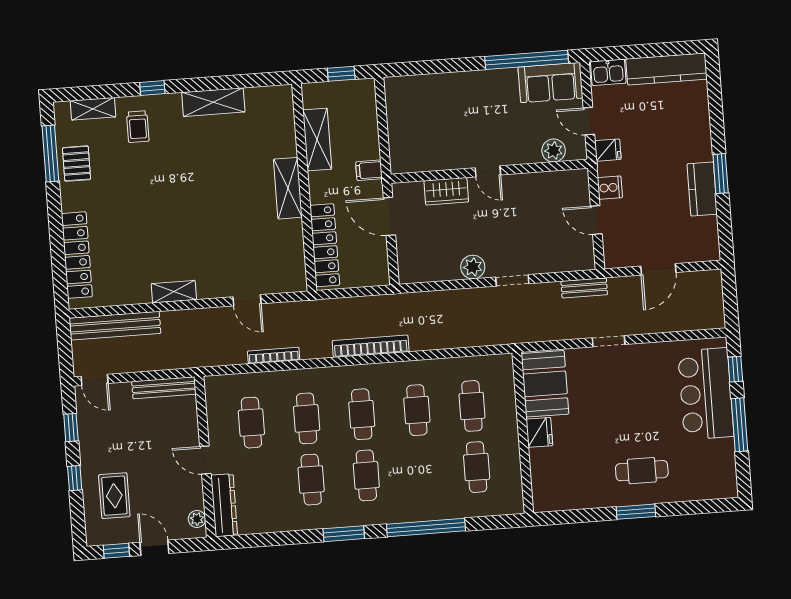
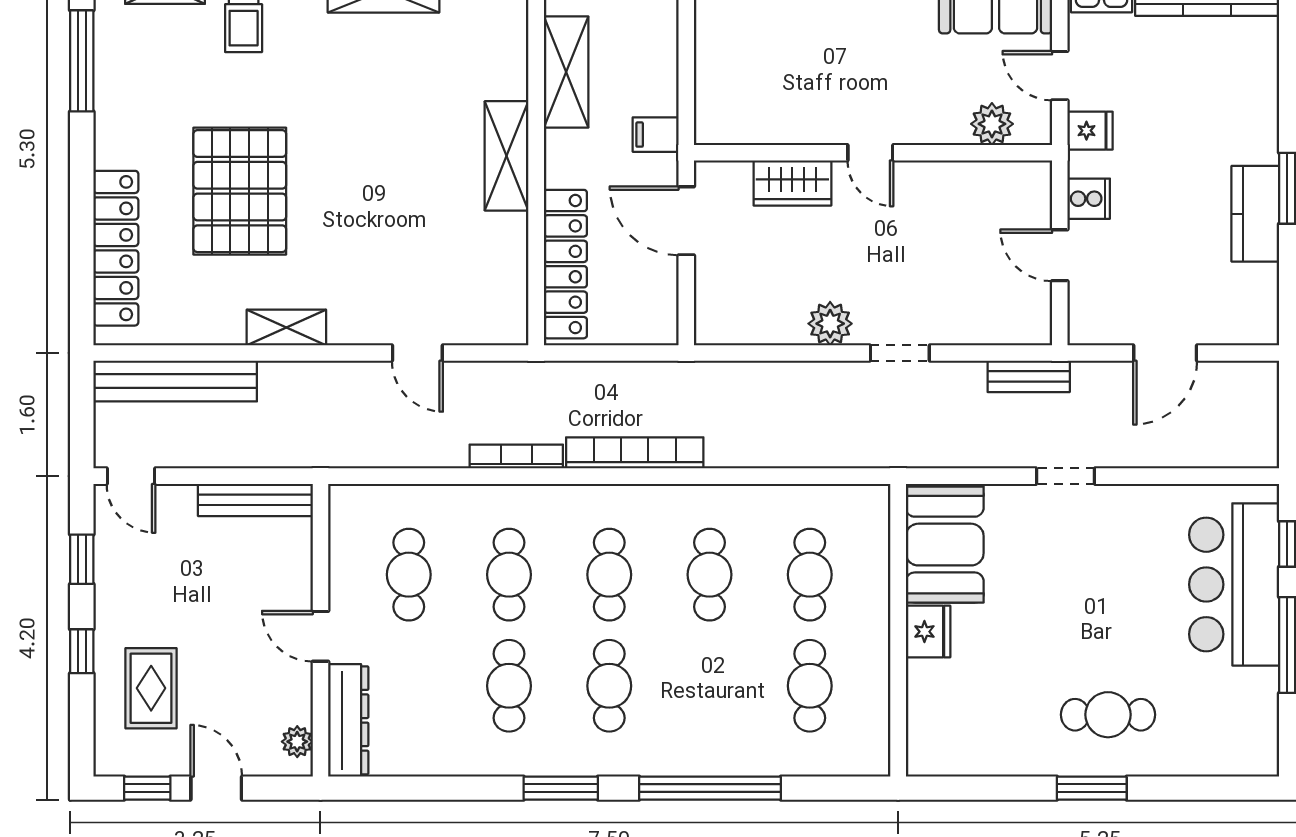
pallet: (76, 164) -> (240, 191), moved, width x2.05, depth x2.00
bookcase: (274, 356) -> (516, 457), moved

